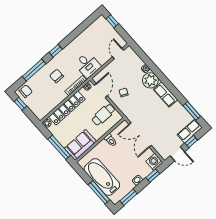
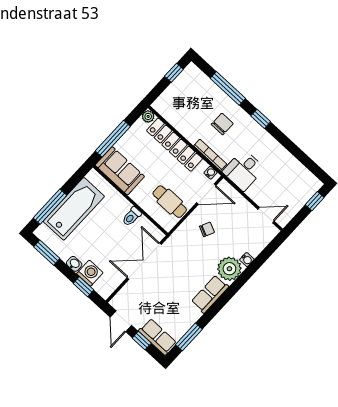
chair: (26, 91) -> (194, 79), removed
washing machine: (154, 162) -> (90, 273), moved

